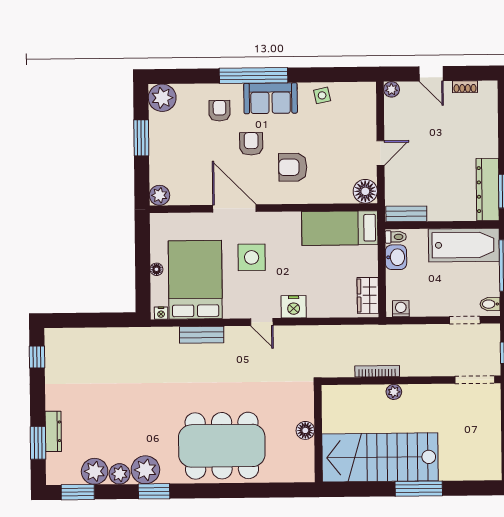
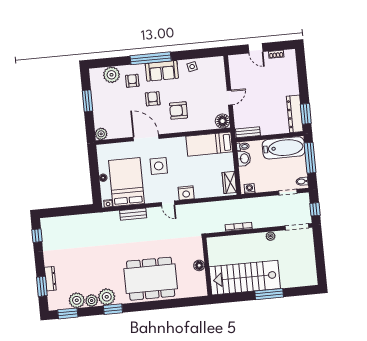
plant: (392, 89) -> (233, 59), removed
plant: (162, 98) -> (111, 75), moved
plant: (394, 392) -> (270, 236), moved

